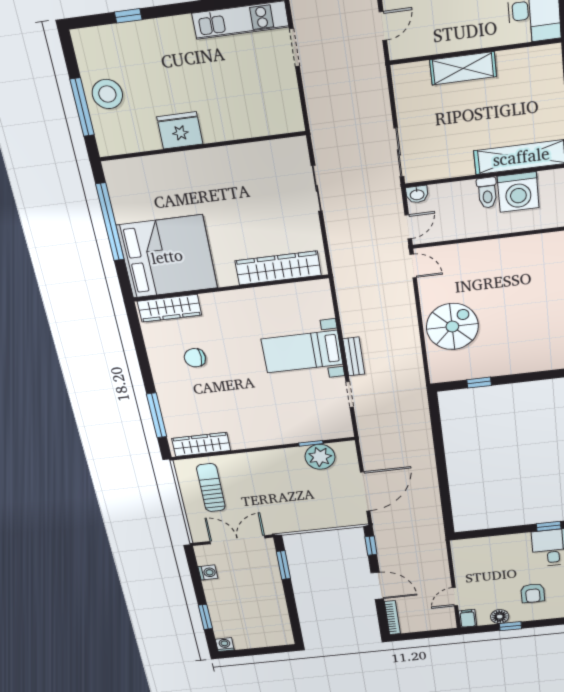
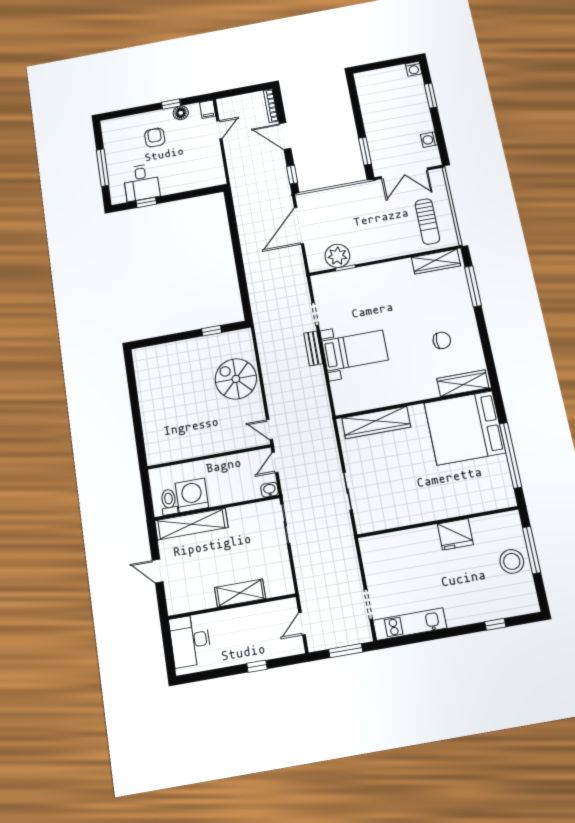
toilet: (487, 193) -> (169, 502), moved
spiral stairs: (452, 327) -> (236, 379), turned 90

